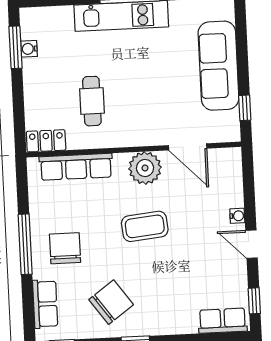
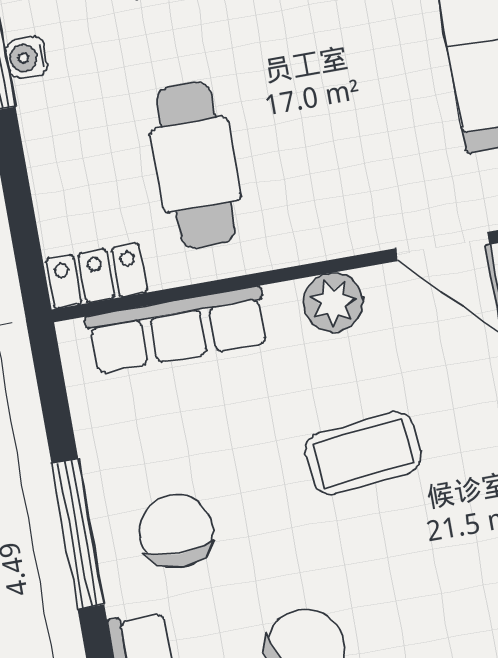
cafe table: (92, 101) -> (196, 165), width x1.37, depth x1.35
plant: (145, 168) -> (333, 303), width x0.73, depth x0.73

